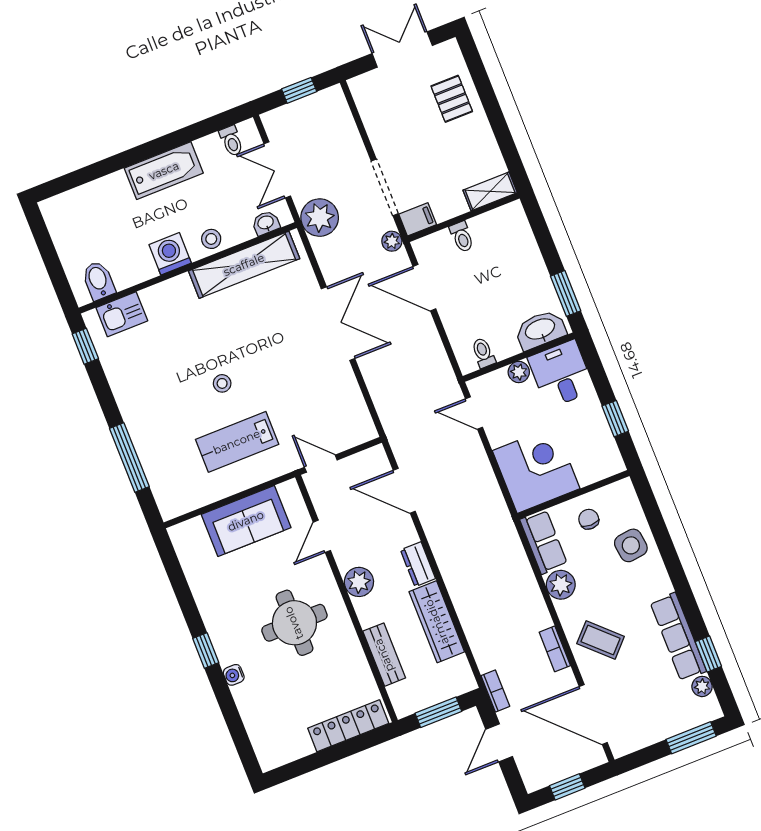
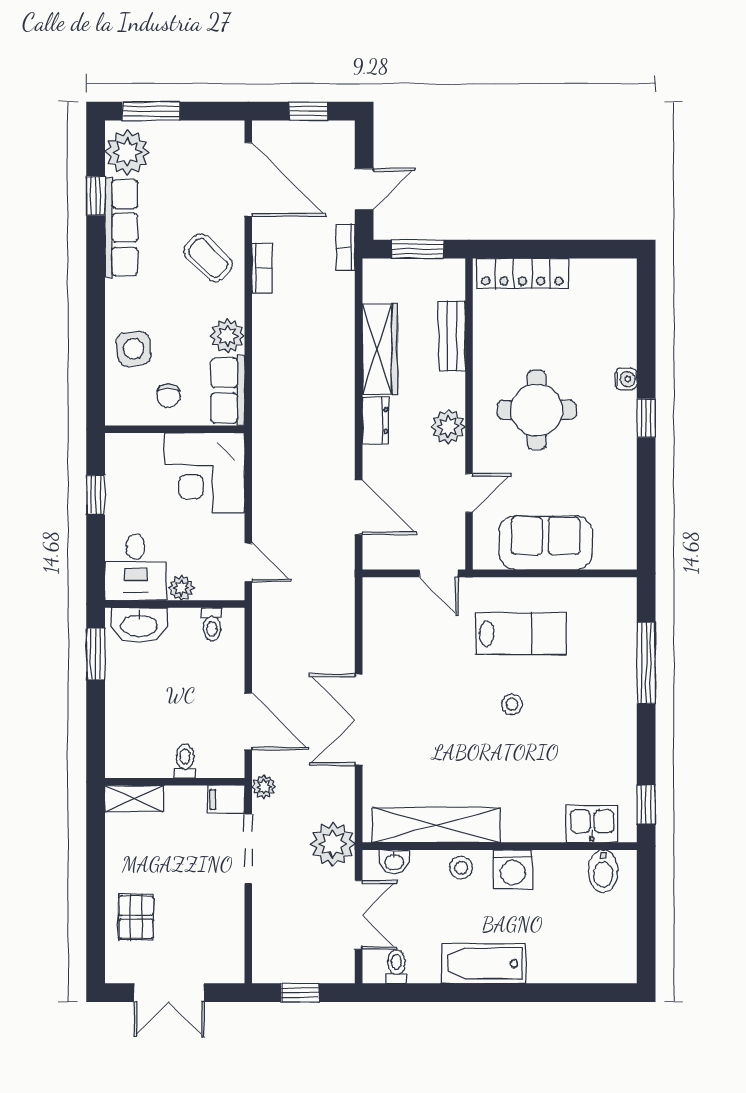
plant: (702, 686) -> (127, 152), width x1.88, depth x1.88

